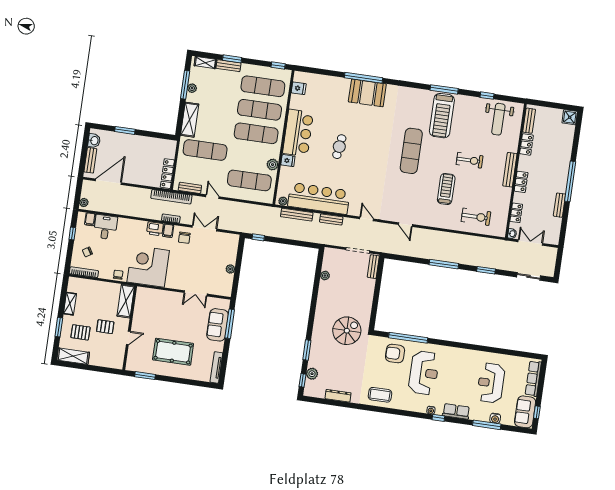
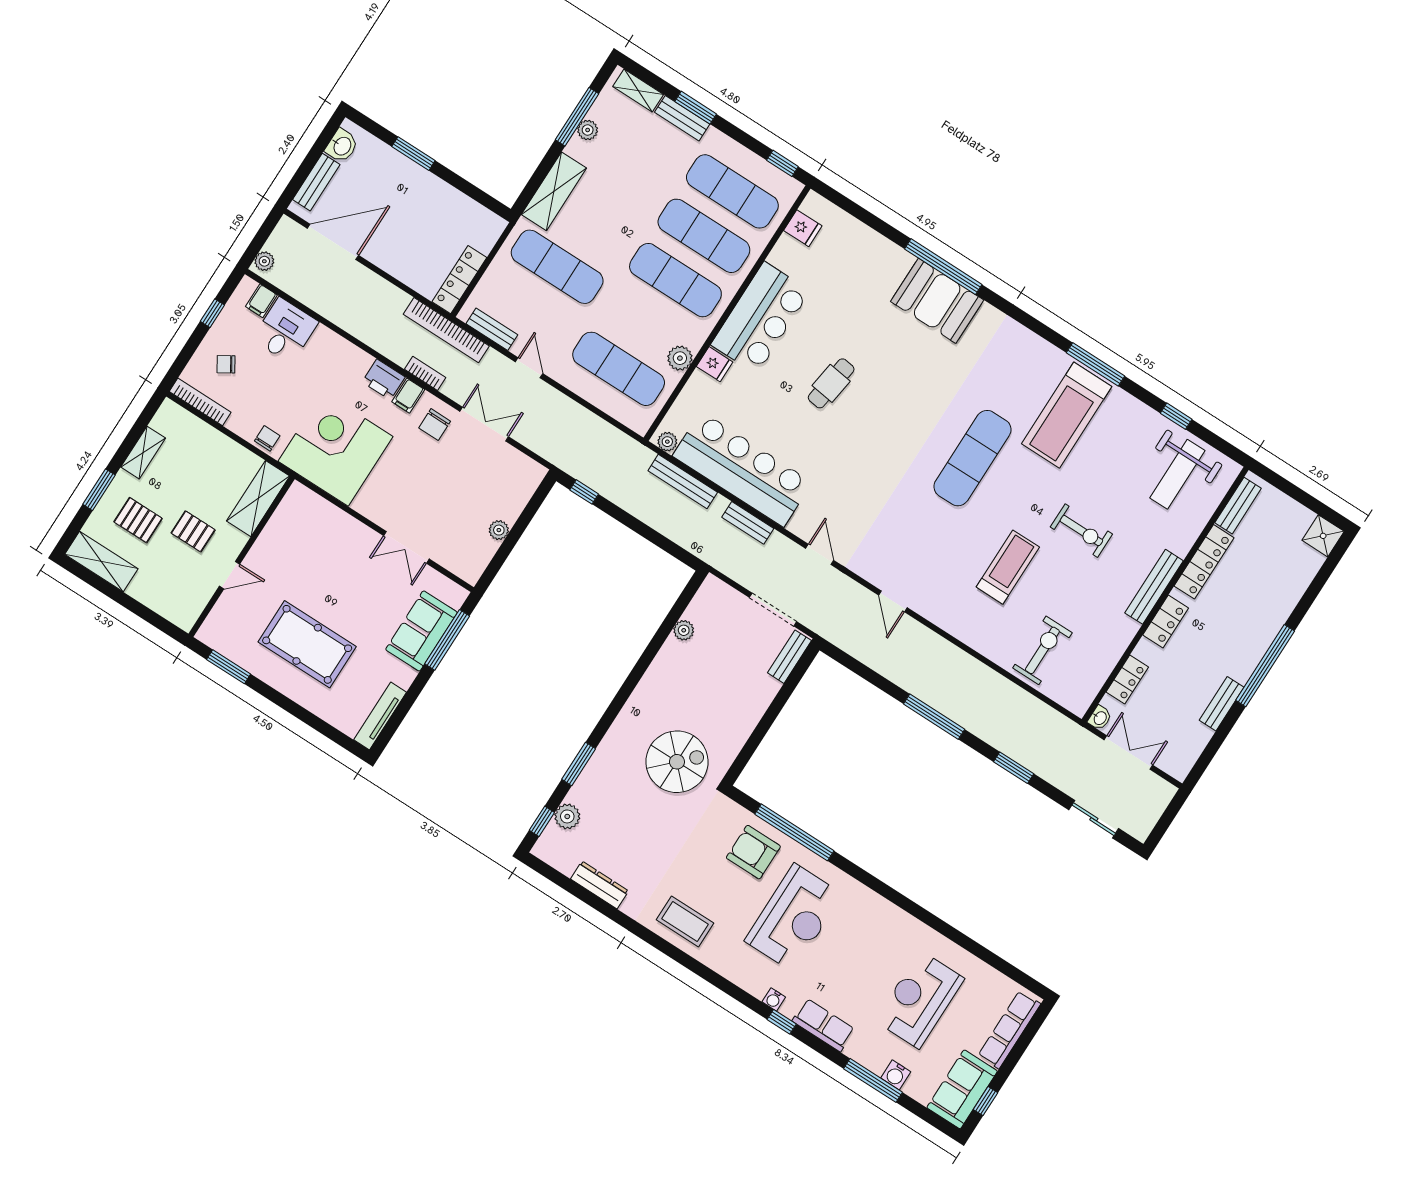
locker: (526, 144) -> (1204, 562), width x1.53
exercise bike: (476, 217) -> (1042, 650), turned -90

